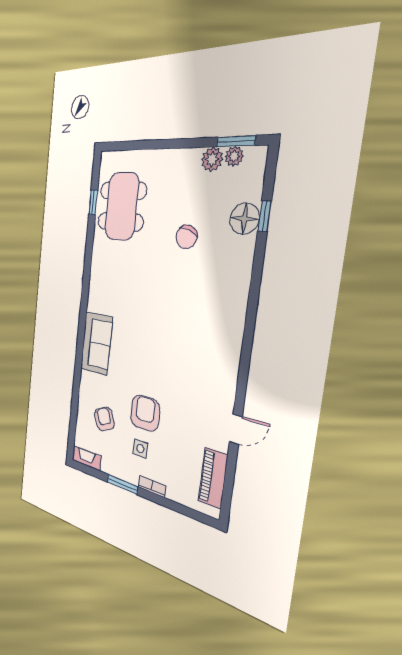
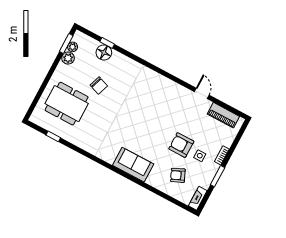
dining table: (122, 206) -> (67, 104), moved

